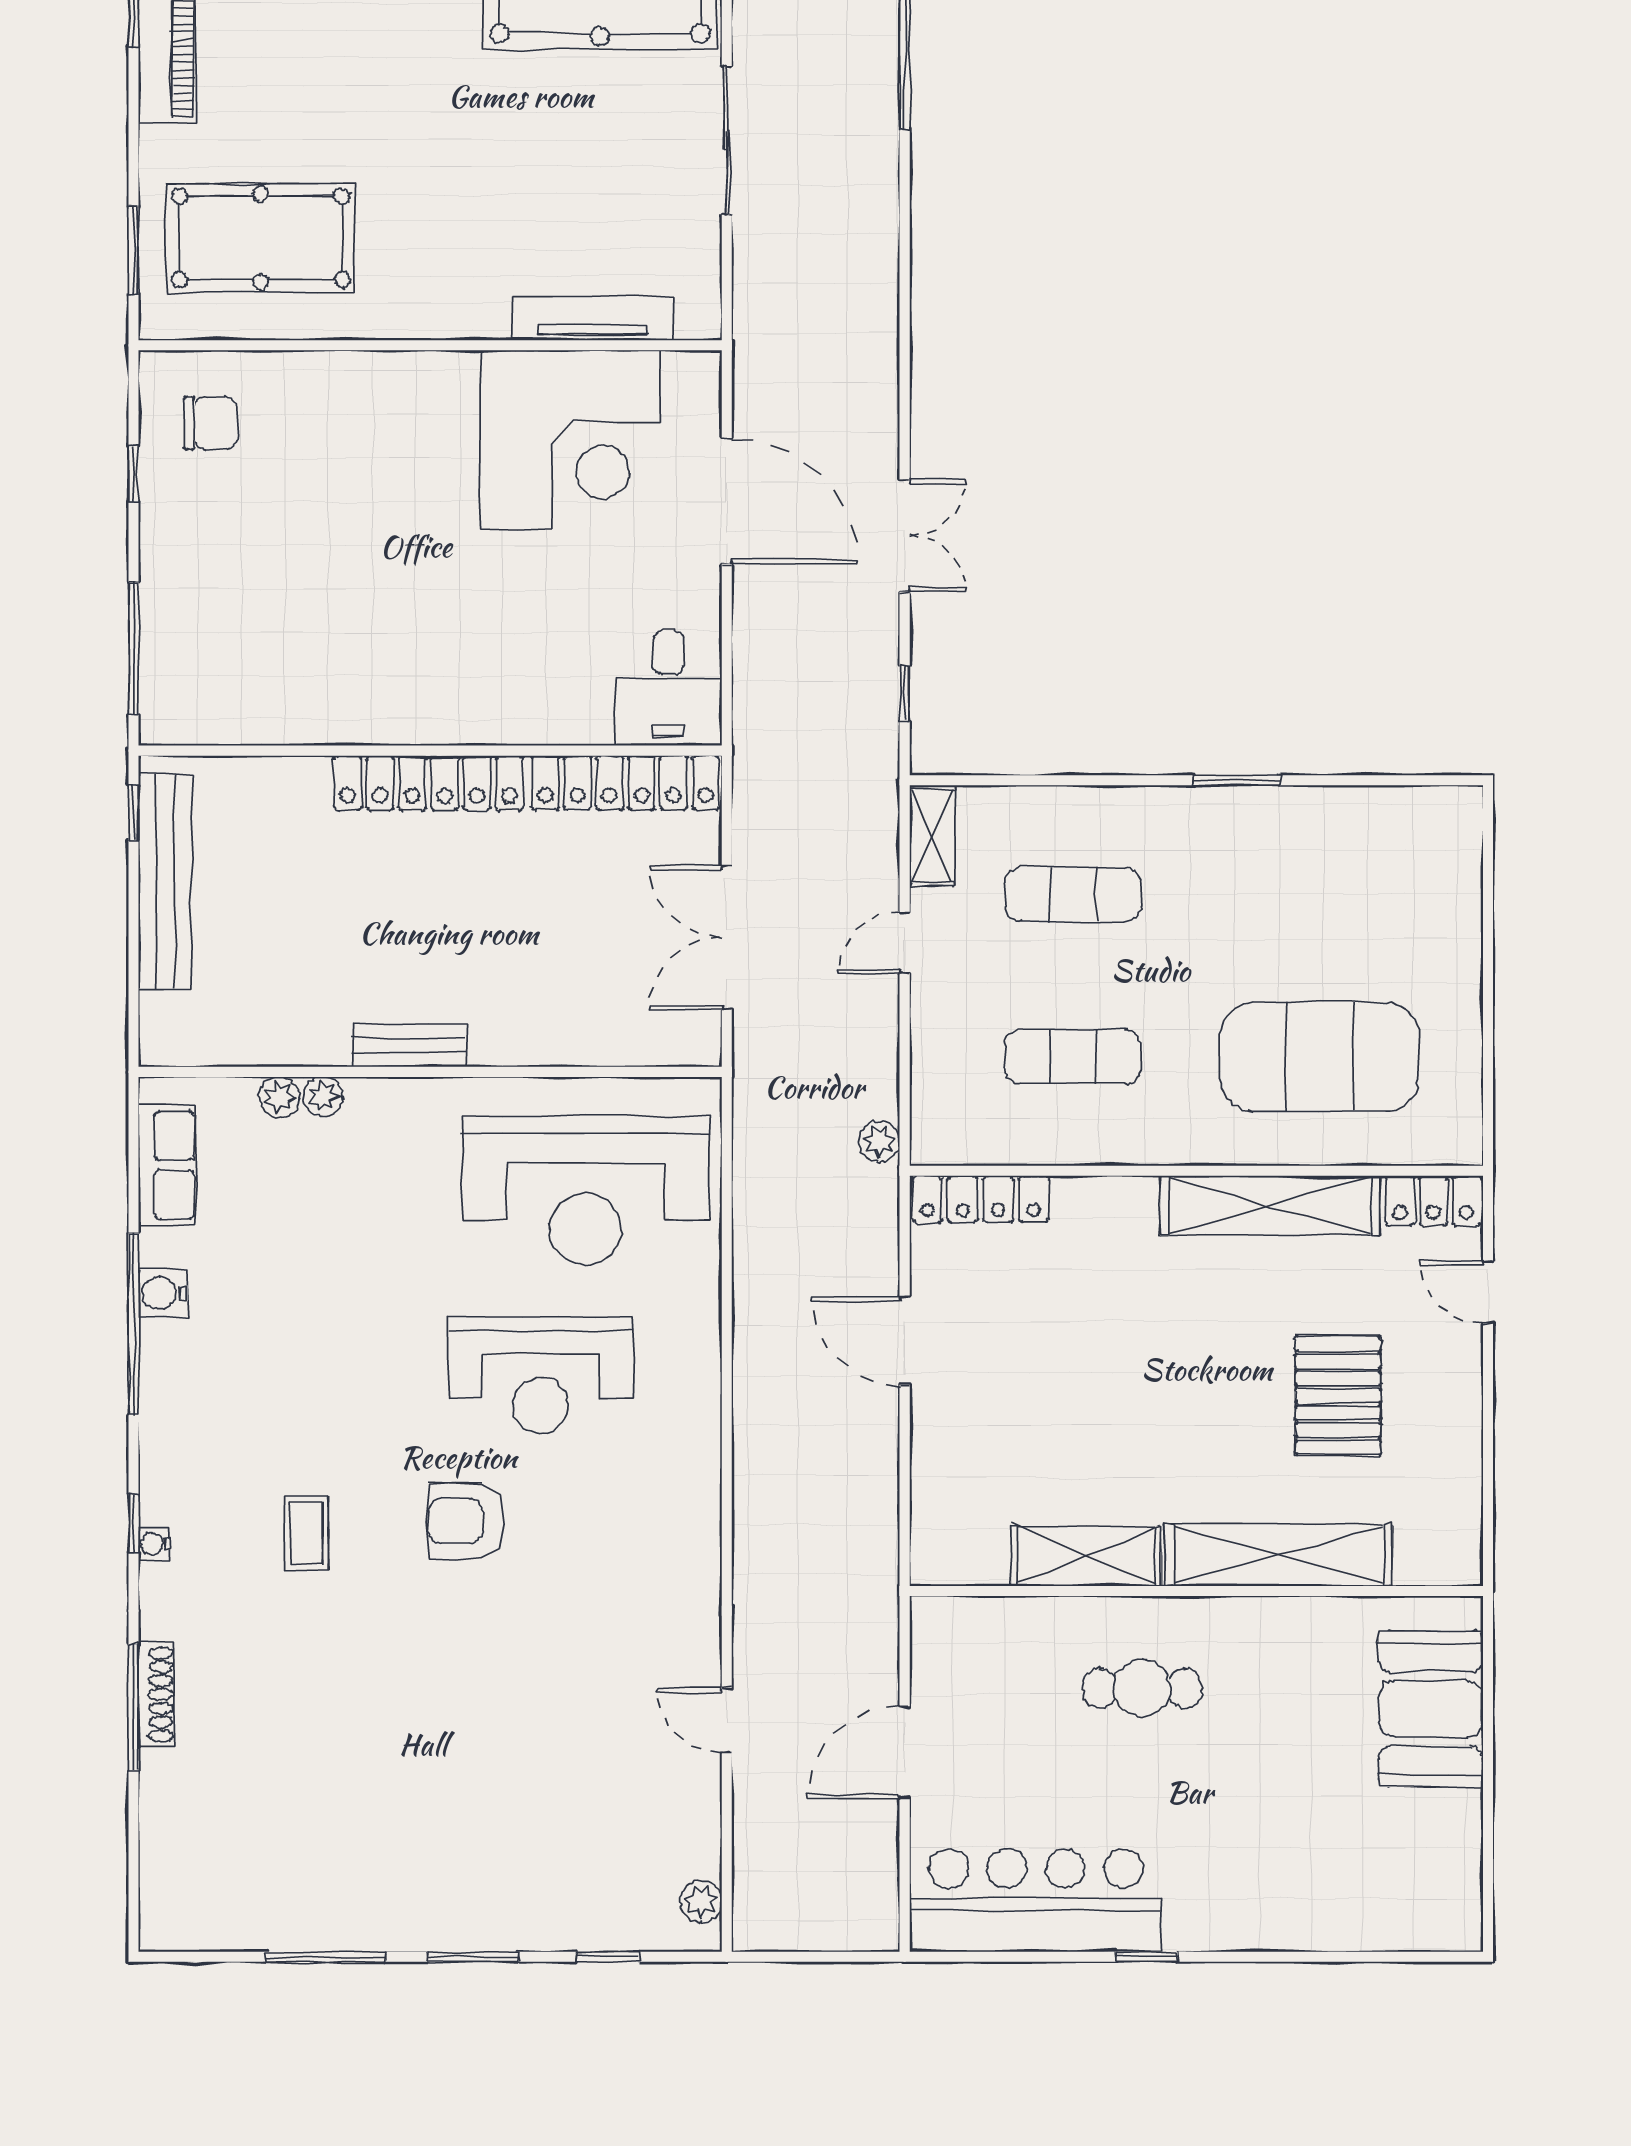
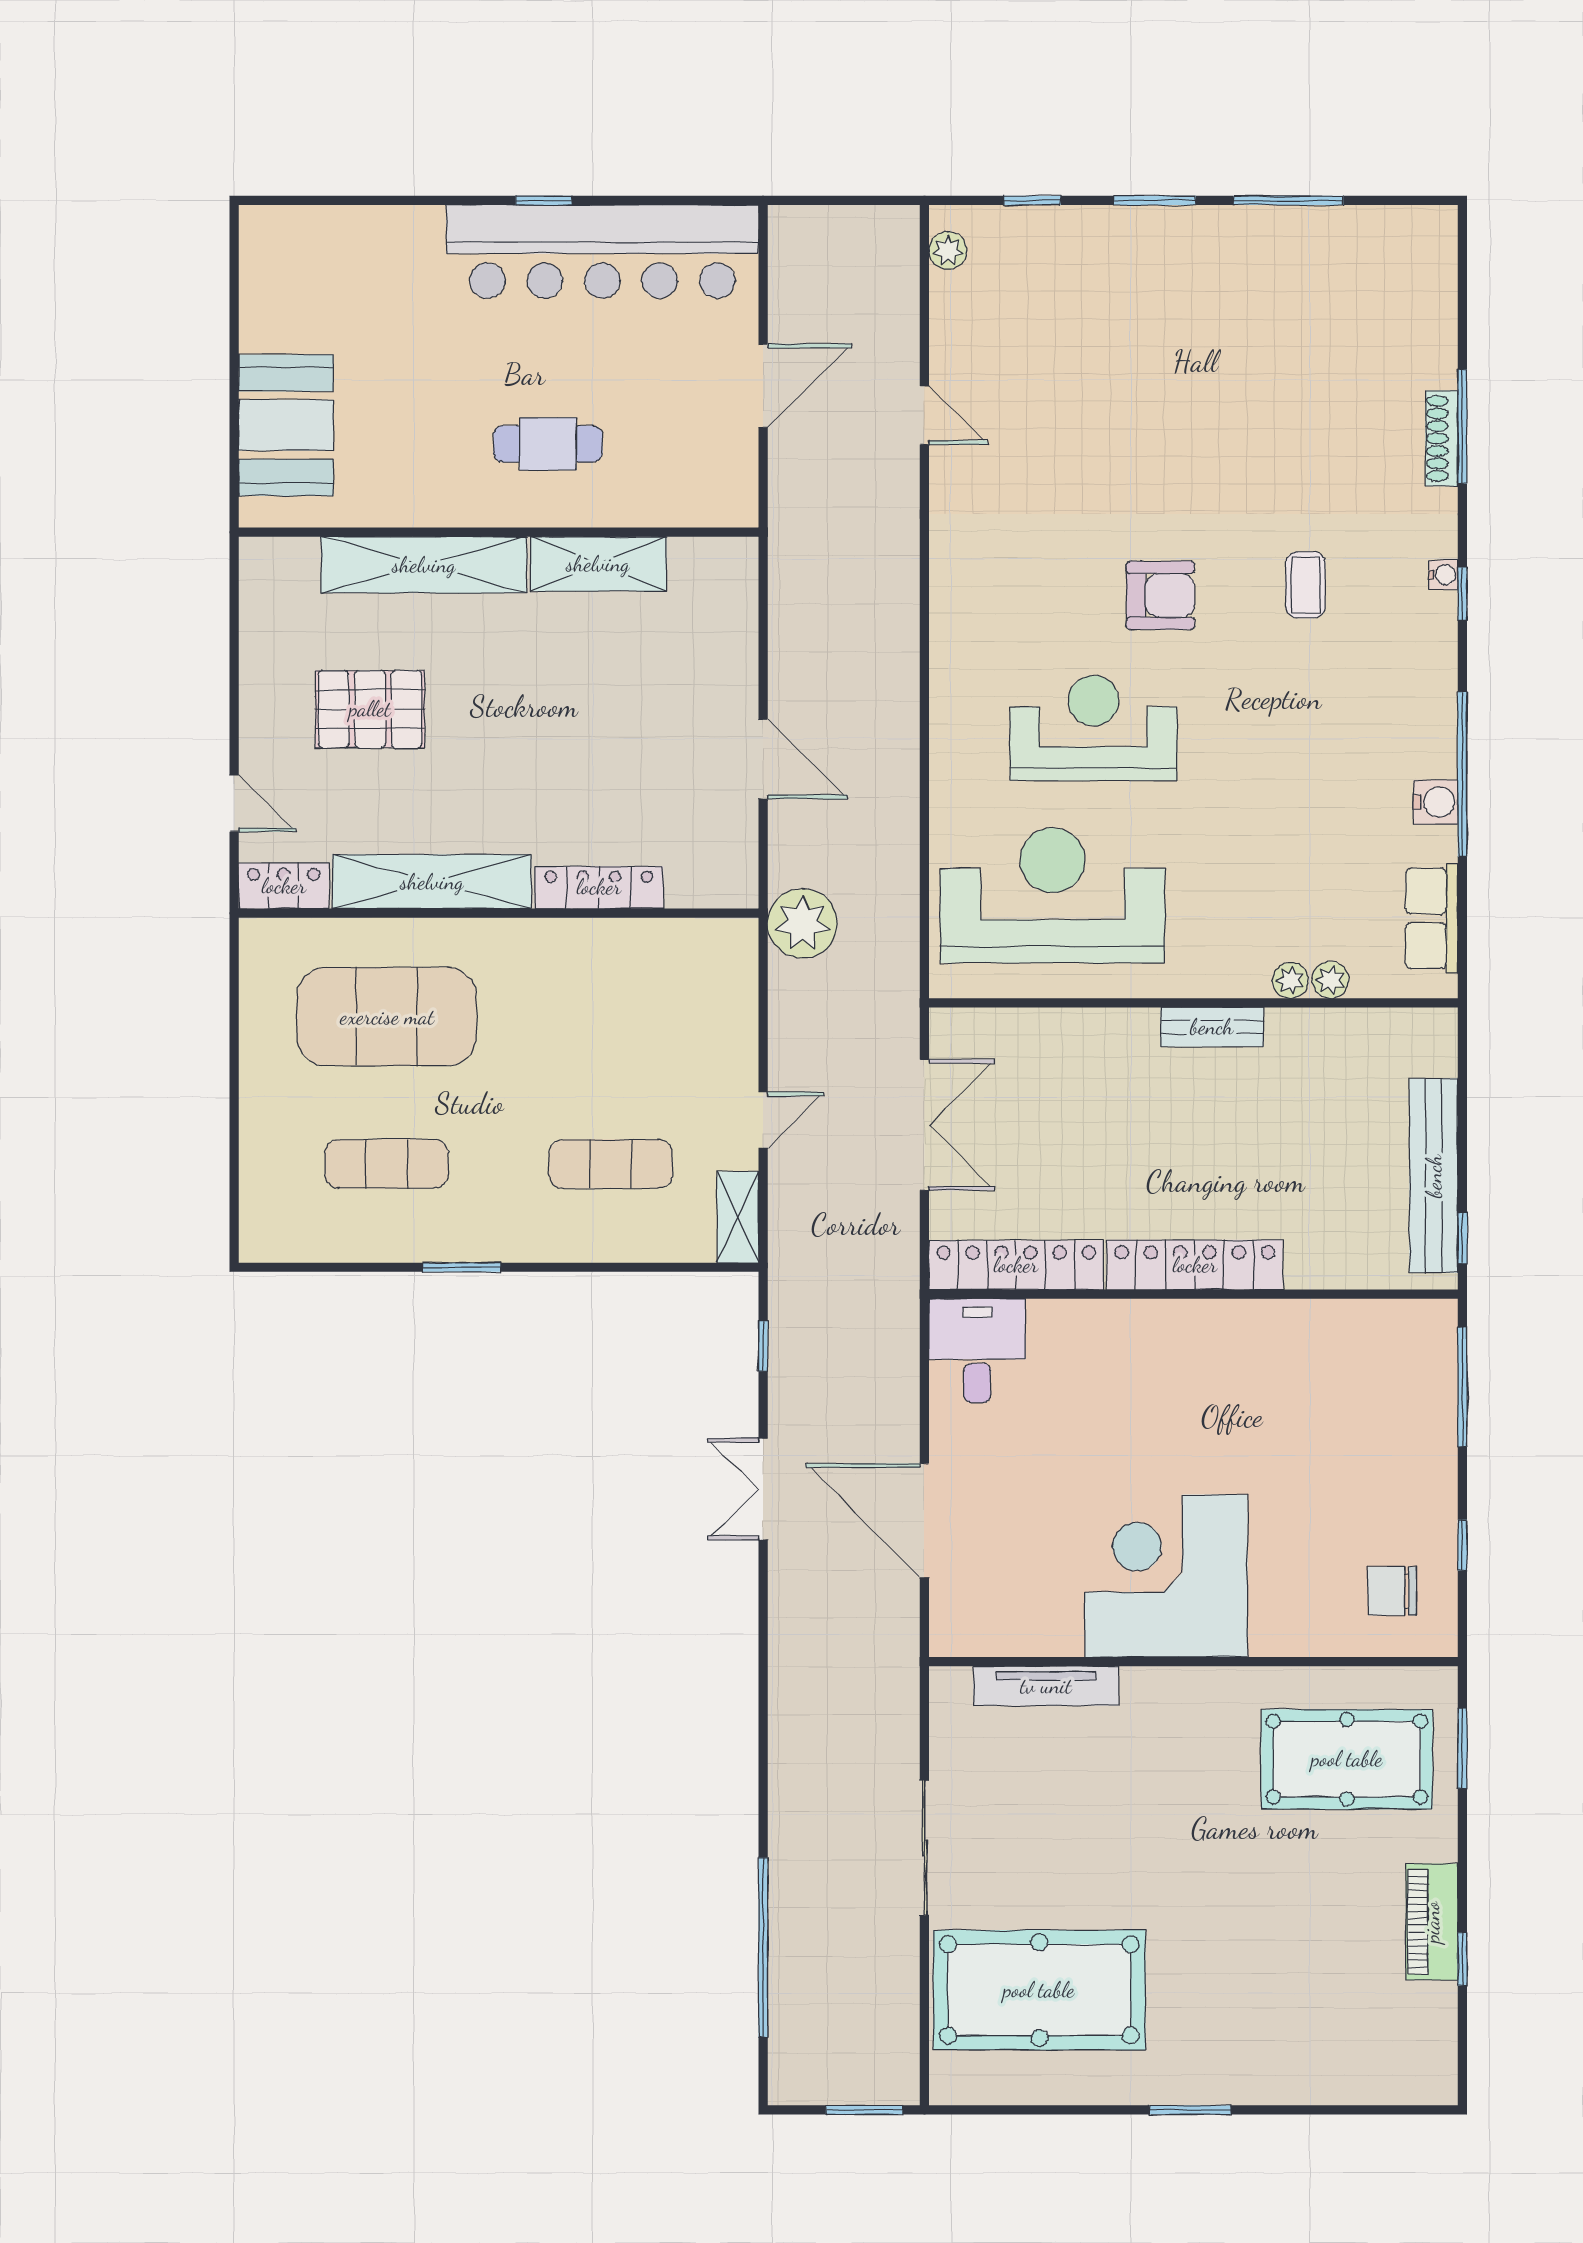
corner desk: (570, 440) -> (1166, 1576), moved
exercise mat: (1073, 1057) -> (387, 1164), moved
plant: (879, 1142) -> (802, 923), width x1.87, depth x1.87
locker: (980, 1199) -> (599, 887), moved
pallet: (1338, 1396) -> (370, 709), turned 90
bar counter: (1036, 1900) -> (602, 252), width x1.36

